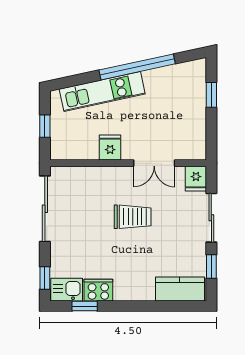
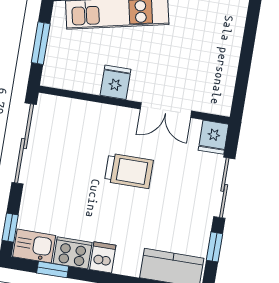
window: (211, 95) -> (249, 39), removed
window: (45, 126) -> (41, 43), width x1.50
dishwasher: (123, 290) -> (103, 257), added

